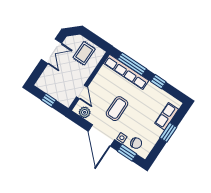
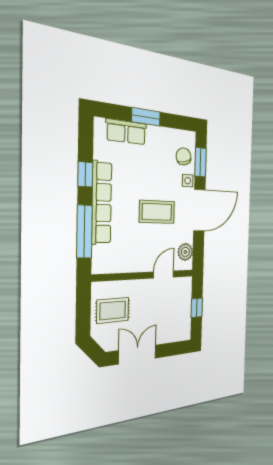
row of seats: (126, 72) -> (102, 203), moved

